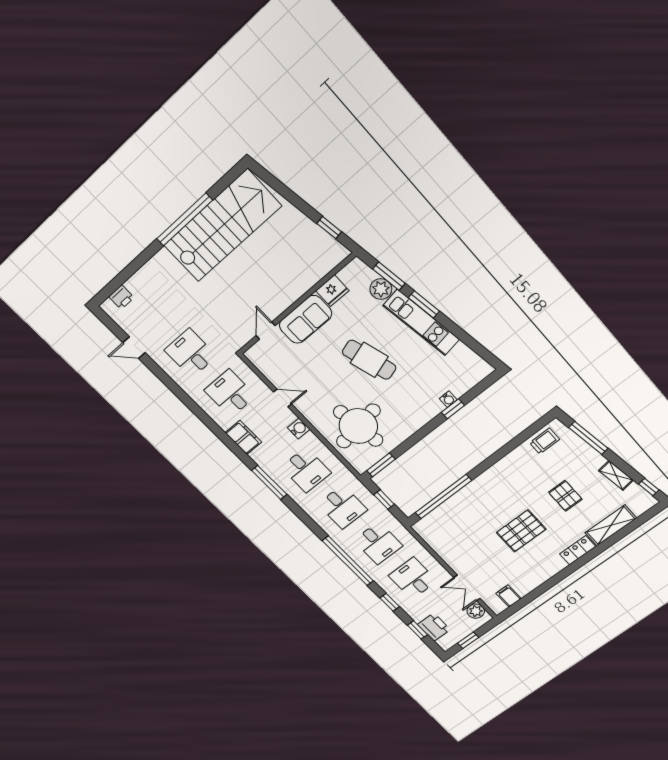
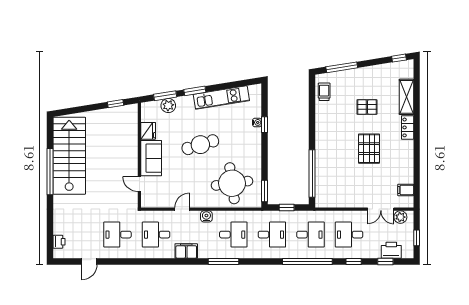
kitchen unit: (421, 323) -> (221, 98), moved
shelving: (616, 475) -> (377, 70), removed

